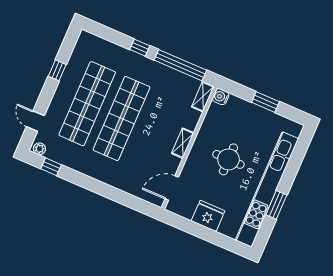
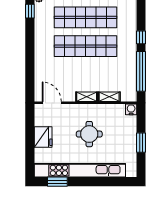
shelving: (203, 97) -> (109, 97), moved
window: (276, 205) -> (57, 182), moved

